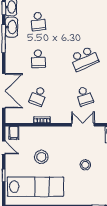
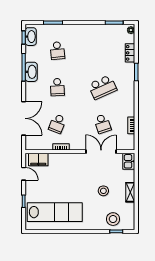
washbasin: (11, 27) -> (31, 72), moved
double door: (83, 125) -> (101, 152), width x1.37
filing cabinet: (14, 133) -> (38, 160), width x2.00
stool: (41, 157) -> (113, 219), moved

